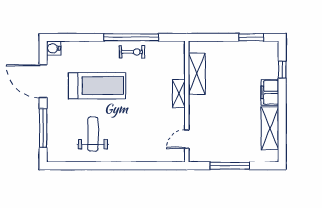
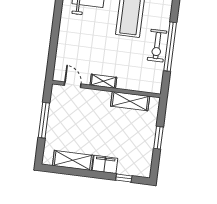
window: (251, 37) -> (158, 138), moved
exercise bike: (132, 52) -> (157, 46), width x1.38, depth x1.39
shelving: (179, 94) -> (103, 81), moved

